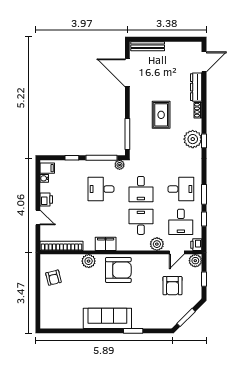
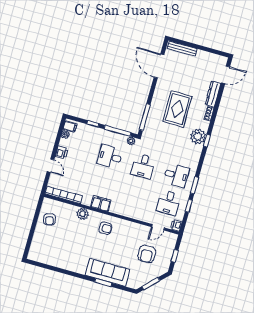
rug: (161, 115) -> (177, 109), width x1.36, depth x1.43
desk: (141, 222) -> (135, 193), removed
plant: (157, 244) -> (143, 216), removed
plant: (195, 261) -> (172, 238), removed
armchair: (118, 270) -> (105, 228), width x0.53, depth x0.53
sofa: (107, 318) -> (108, 272), moved

